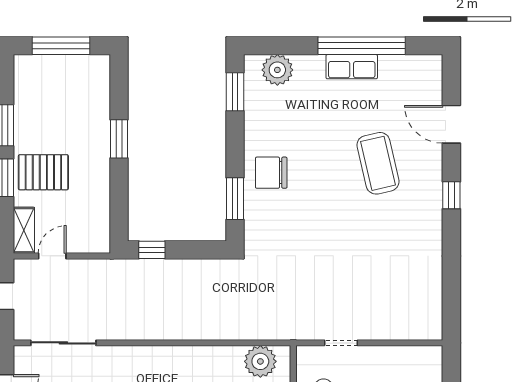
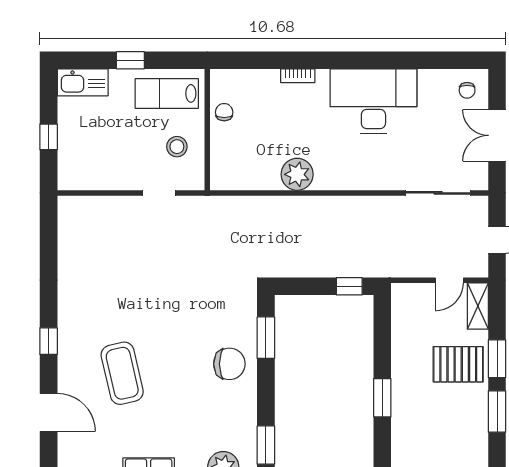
plant: (260, 361) -> (297, 174), moved

